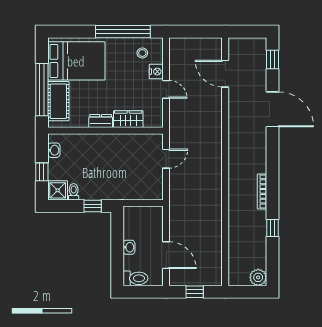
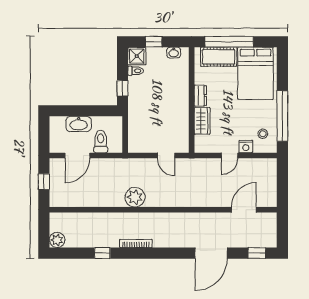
plant: (211, 192) -> (135, 197), added
washbasin: (129, 247) -> (79, 124), width x1.91, depth x1.45
toilet: (135, 278) -> (101, 142), moved, turned 180

